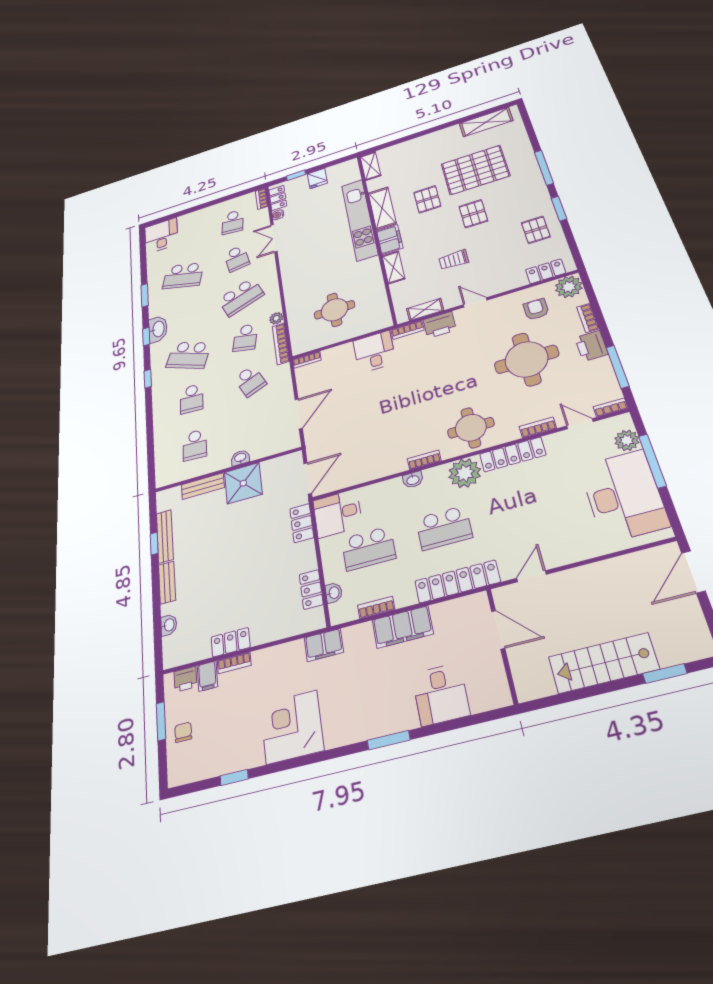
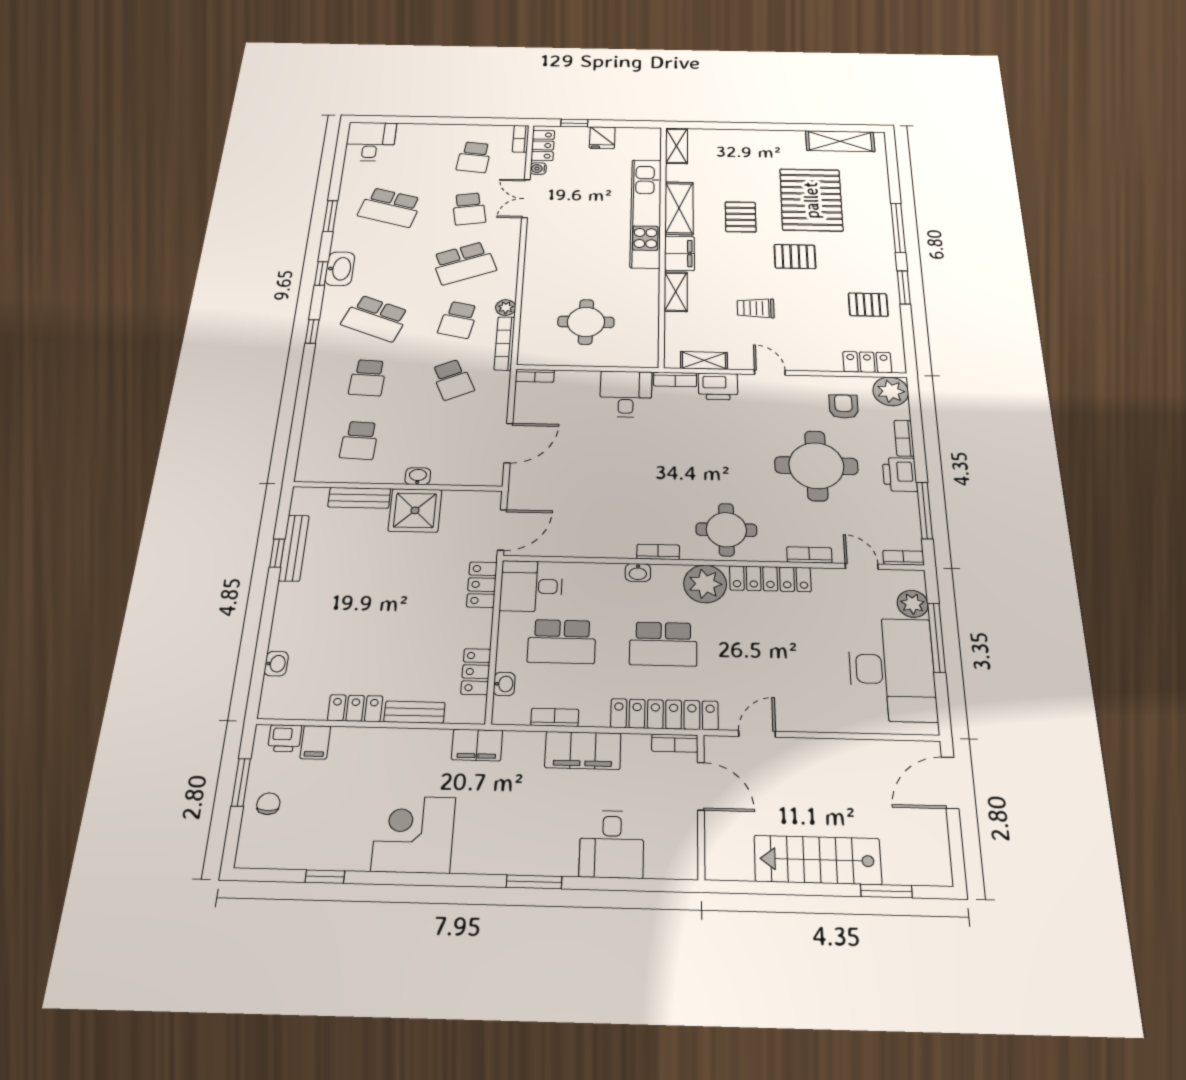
pallet: (475, 170) -> (811, 200), turned 90
pallet: (473, 214) -> (795, 257), turned 90
pallet: (536, 230) -> (868, 305), turned 90
bench: (167, 582) -> (414, 712), moved, turned 90
bookcase: (234, 663) -> (675, 743), moved

